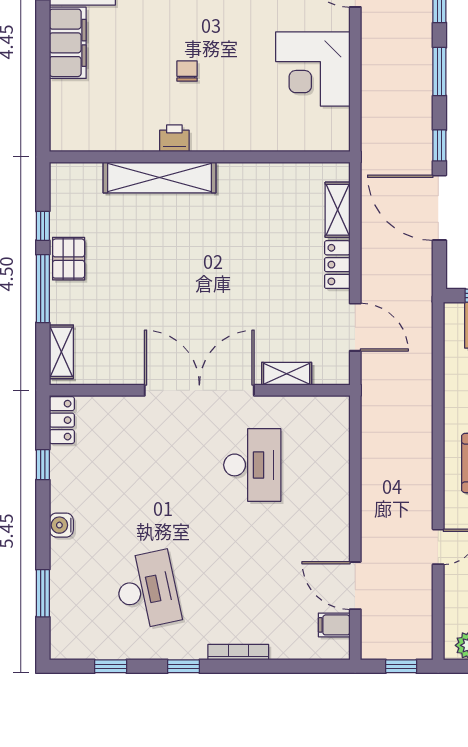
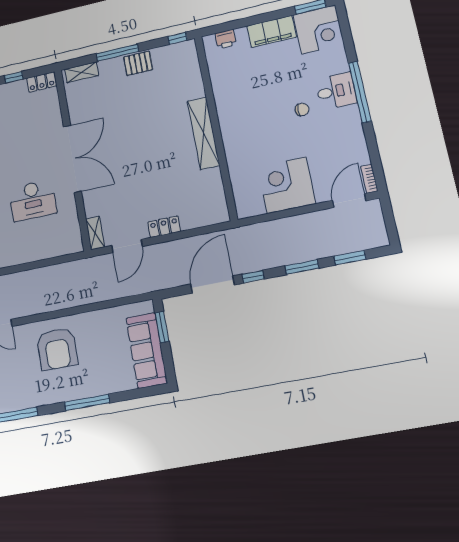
chair: (187, 71) -> (302, 110), moved
printer: (174, 138) -> (226, 39), moved, turned 90
shelving: (160, 177) -> (203, 133), moved
shelving: (338, 210) -> (199, 220), removed
window: (43, 226) -> (177, 38), moved
shelving: (287, 374) -> (95, 233), moved

